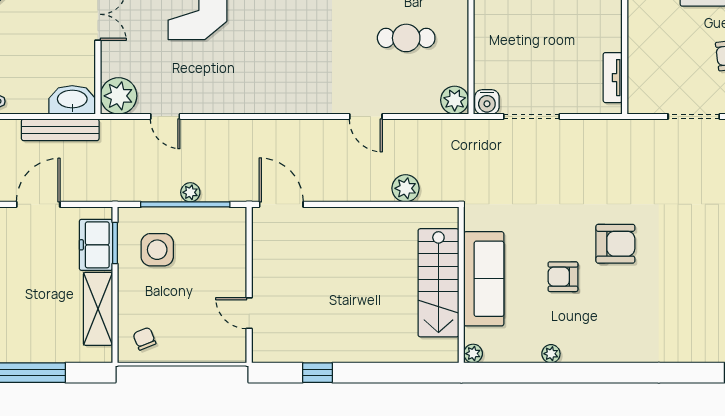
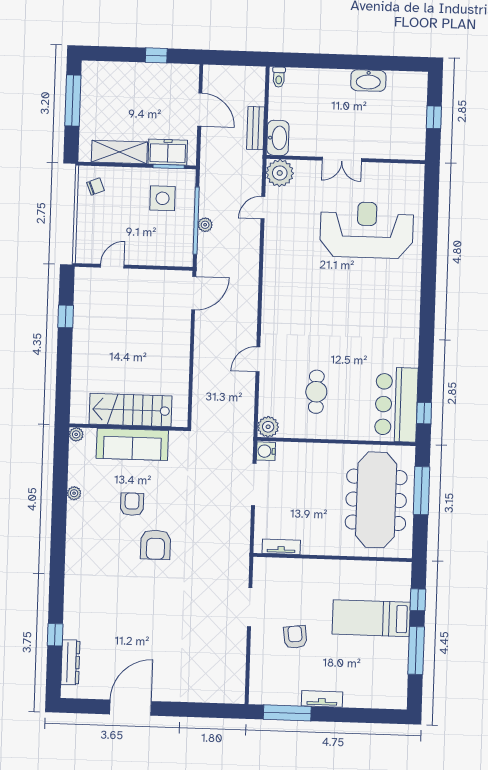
bench: (60, 130) -> (256, 128), width x0.73
plant: (406, 188) -> (203, 387), removed

